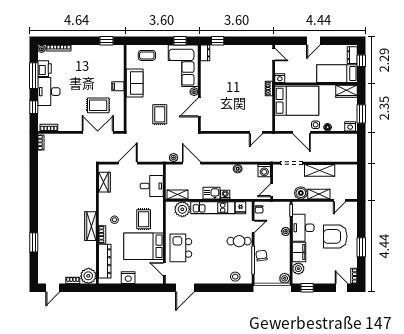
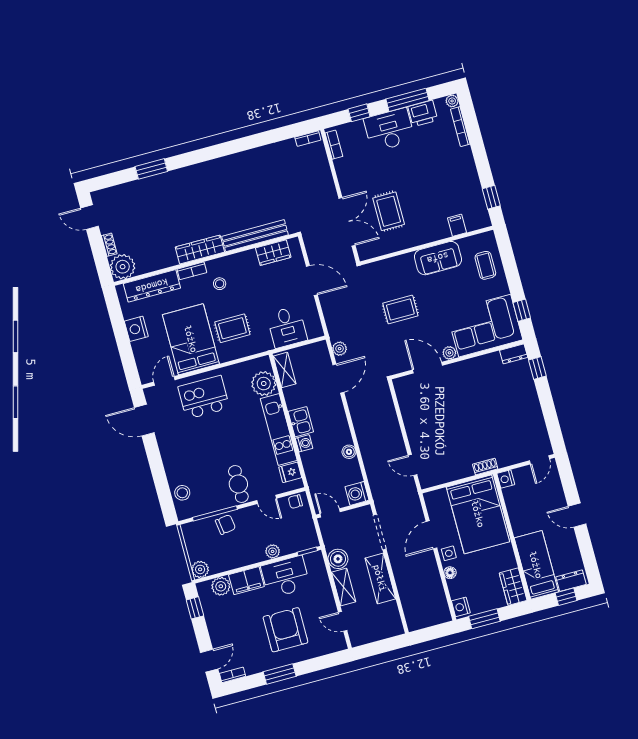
filing cabinet: (118, 86) -> (457, 225), moved
bench: (91, 190) -> (255, 236), added

